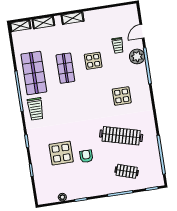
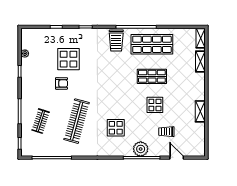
shelving: (73, 18) -> (200, 111), moved
plant: (137, 56) -> (141, 149), moved
trolley: (36, 109) -> (116, 41), turned -90

